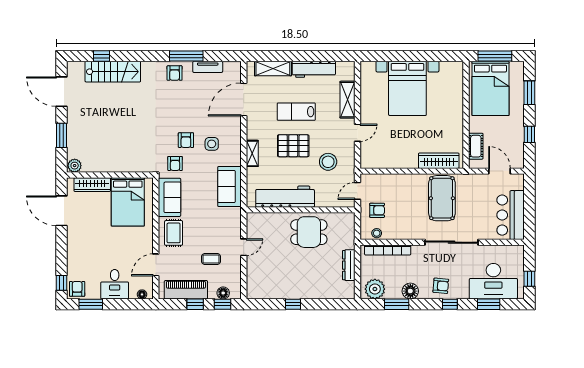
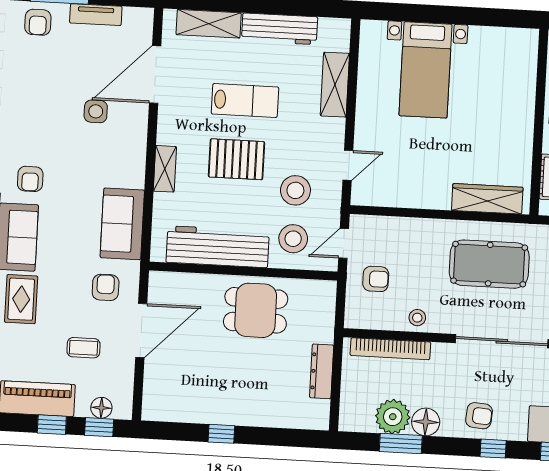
bed with nightstands: (407, 88) -> (425, 70), width x0.73
lab bench: (296, 112) -> (245, 100), turned 180
door: (357, 133) -> (348, 165), moved
armchair: (186, 140) -> (106, 287), moved, turned 180
side table: (212, 144) -> (96, 111), moved
stool: (328, 190) -> (293, 239), added
pool table: (442, 198) -> (489, 264), turned 90
stool: (377, 233) -> (417, 318), moved
door: (244, 247) -> (141, 330), width x1.88
plant: (375, 289) -> (393, 417), moved

